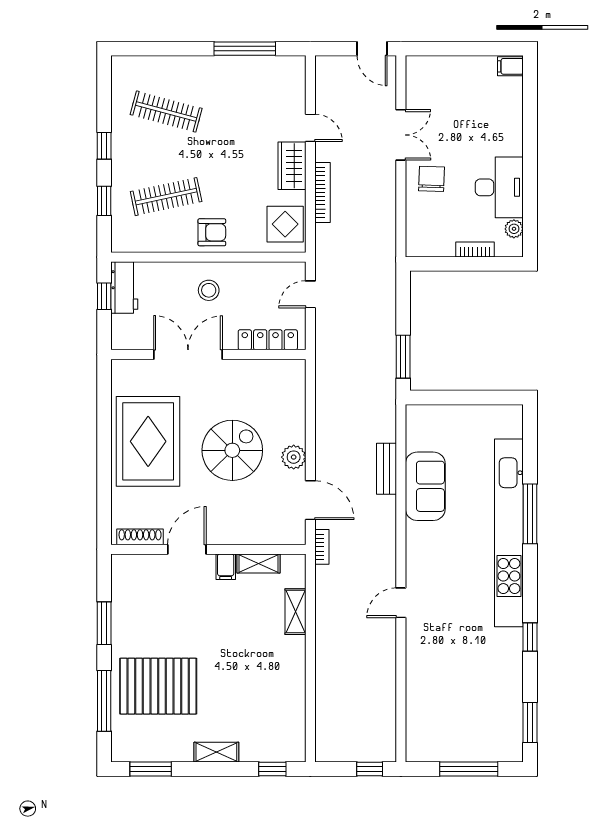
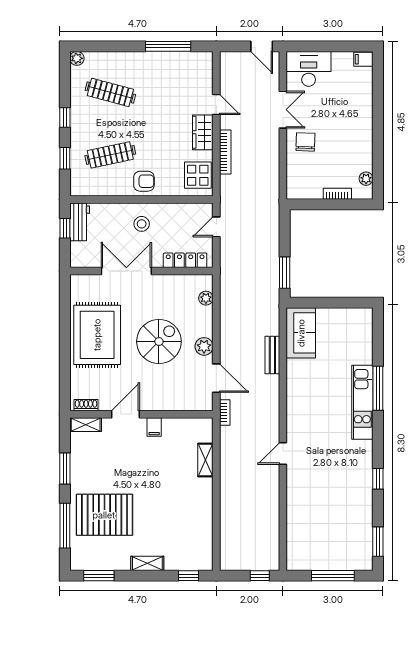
plant: (121, 65) -> (77, 58), added
desk: (499, 187) -> (309, 69), moved, turned -90
plant: (296, 391) -> (206, 298), added
sofa: (425, 486) -> (301, 333), moved
kitchen unit: (509, 533) -> (362, 402), width x0.54
shoe rack: (140, 537) -> (86, 405), width x0.70
shelving: (259, 563) -> (86, 425), moved

